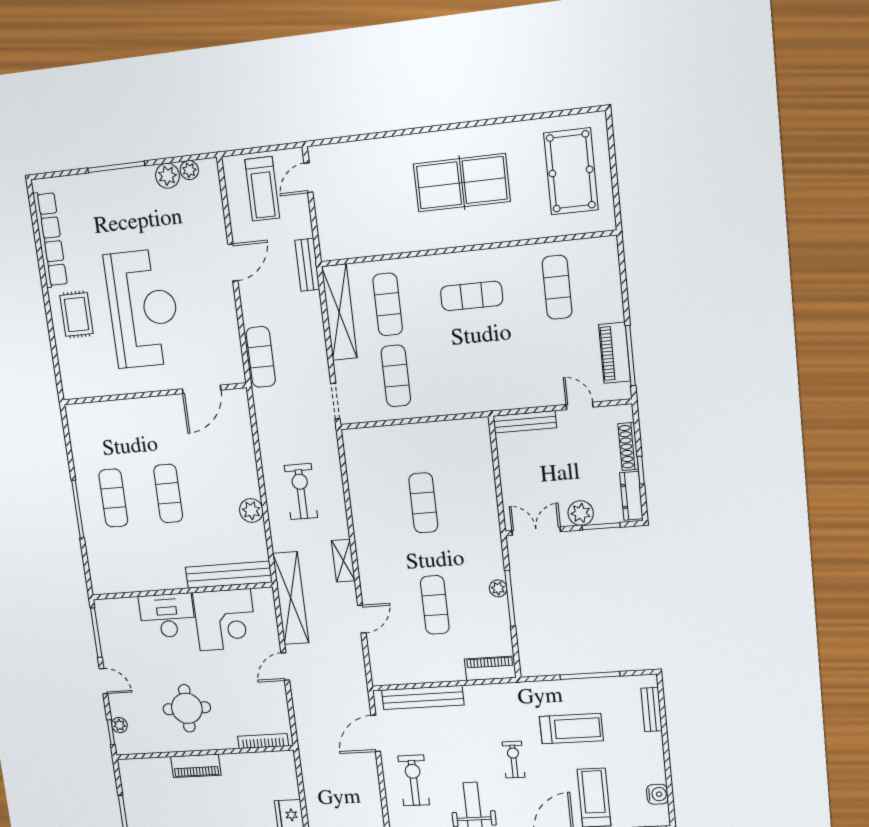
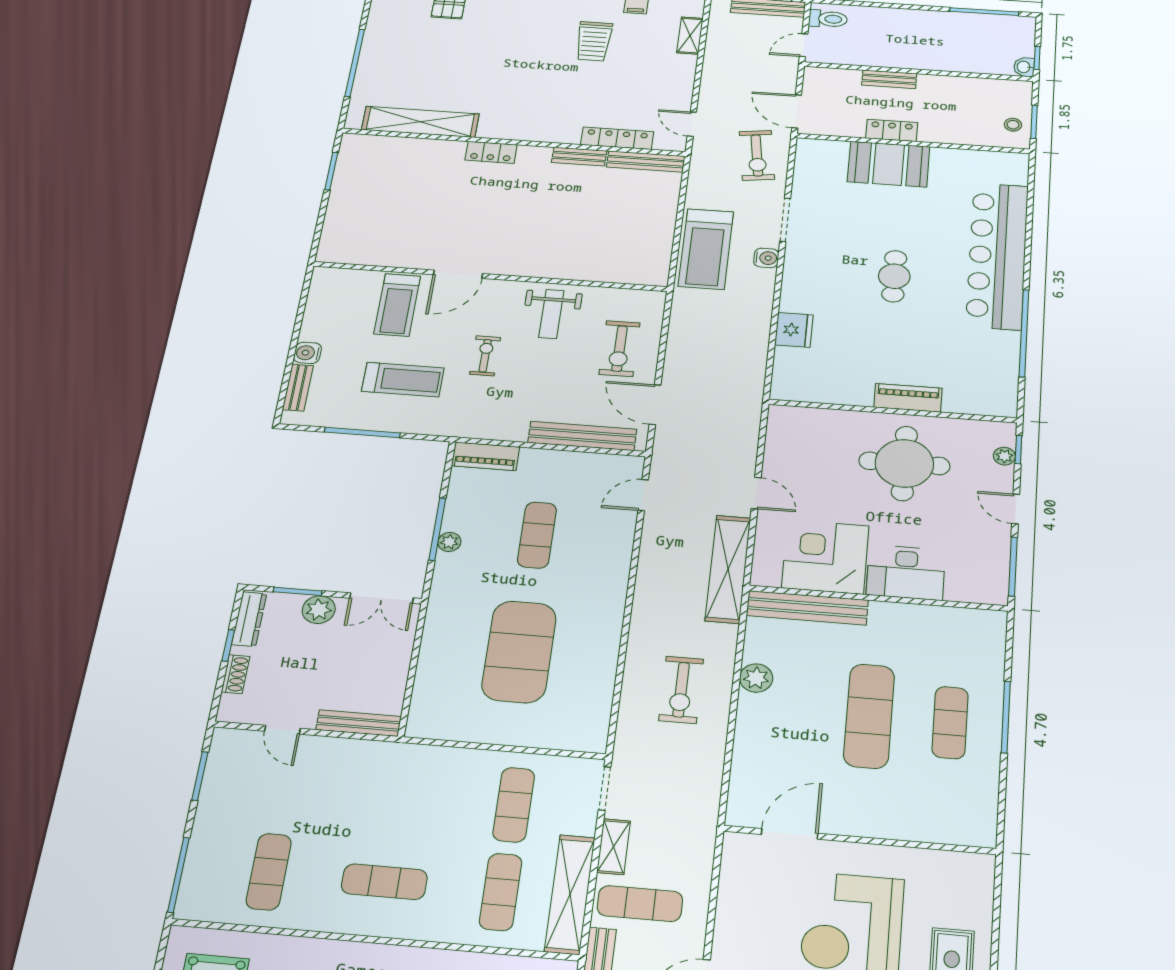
window: (623, 271) -> (178, 875), added
piano: (615, 353) -> (219, 783), removed
window: (630, 356) -> (200, 776), width x0.69
exercise mat: (261, 357) -> (640, 904), moved, turned 90
shoe rack: (628, 447) -> (235, 674), width x0.70
exercise mat: (168, 493) -> (869, 716), width x1.36, depth x1.45
exercise mat: (423, 503) -> (519, 652), width x2.00, depth x1.45
shelving: (343, 561) -> (614, 847), moved
door: (362, 619) -> (643, 495), moved
door: (285, 667) -> (756, 493), hinge flipped
round table: (187, 708) -> (904, 463), width x1.36, depth x1.36
treadmill: (571, 729) -> (403, 380), turned 180
door: (376, 733) -> (655, 405), swing flipped
bookcase: (263, 741) -> (808, 414), removed
exercise bike: (514, 760) -> (485, 356), turned 180
water cooler: (657, 794) -> (308, 353), moved

